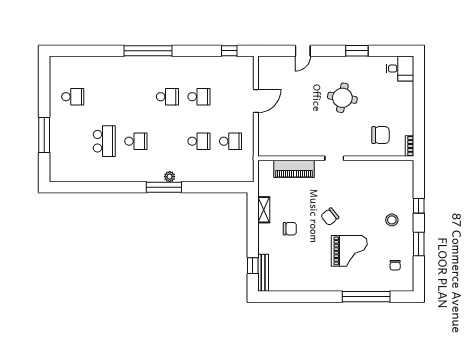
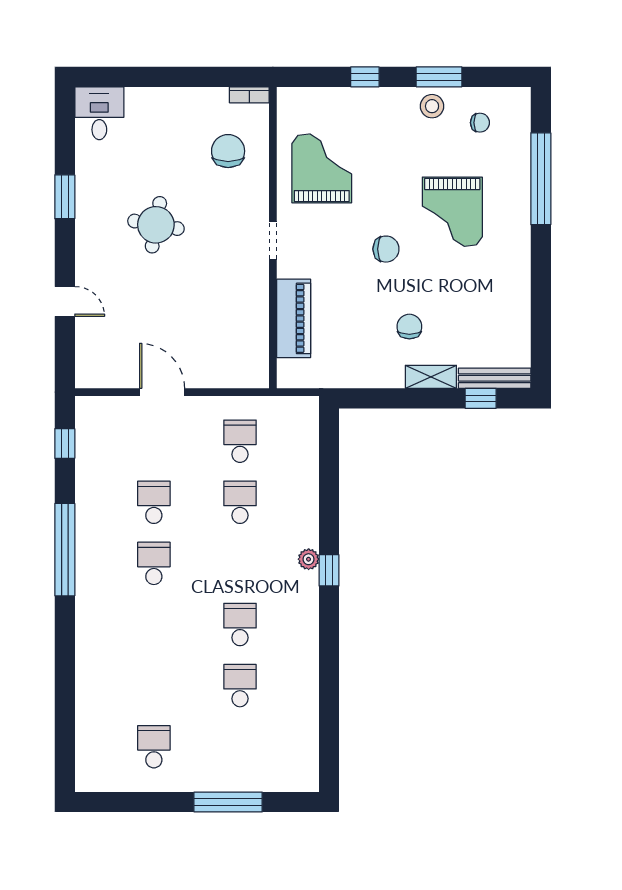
window: (148, 51) -> (65, 550), moved
school desk: (104, 141) -> (240, 686), width x0.54
grand piano: (371, 183) -> (322, 168), added
window: (164, 187) -> (329, 570), width x0.46
shelving: (264, 210) -> (431, 377), moved
chair: (330, 217) -> (386, 249), turned -52
stool: (392, 220) -> (432, 106), moved
grand piano: (349, 251) -> (452, 212), turned 180

